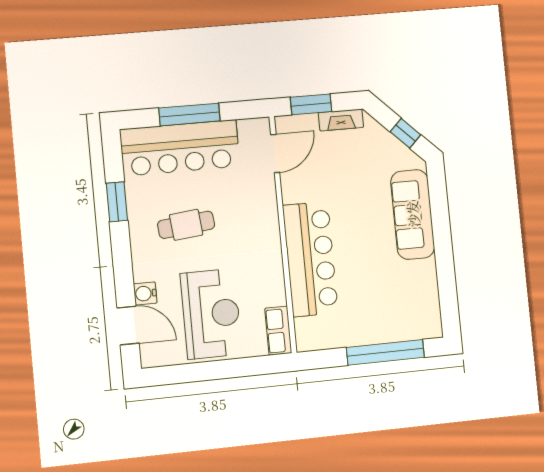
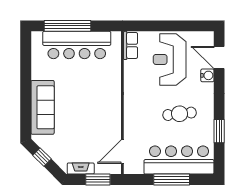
bar counter: (310, 259) -> (77, 45), moved, turned -90

